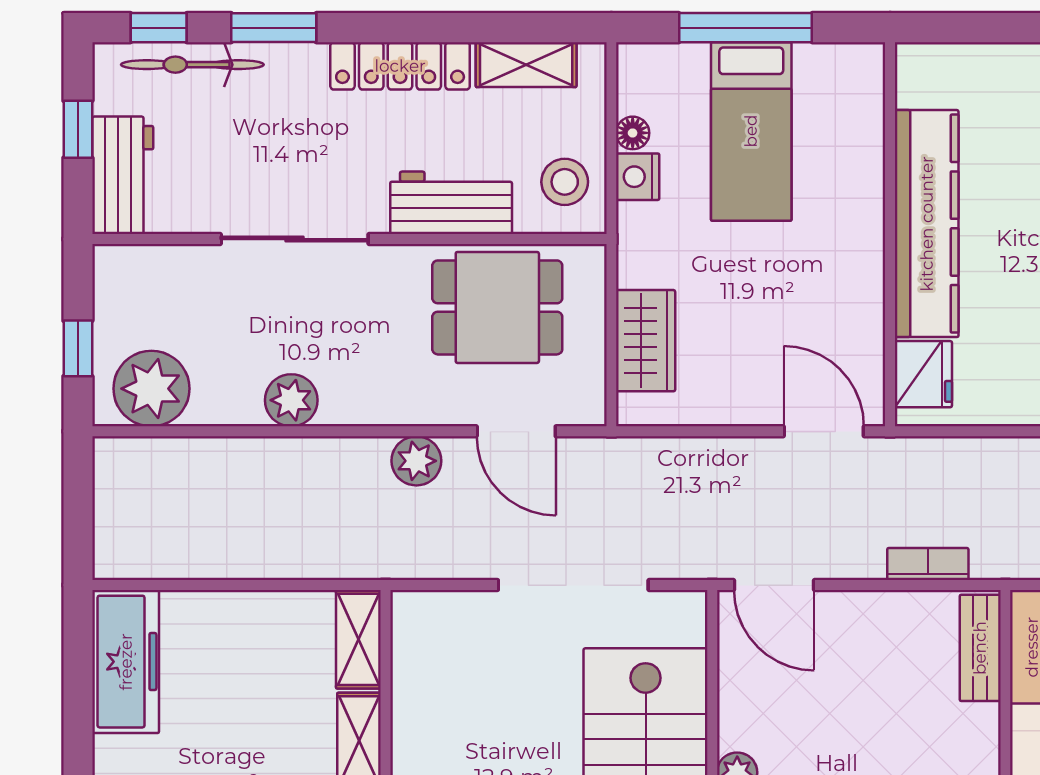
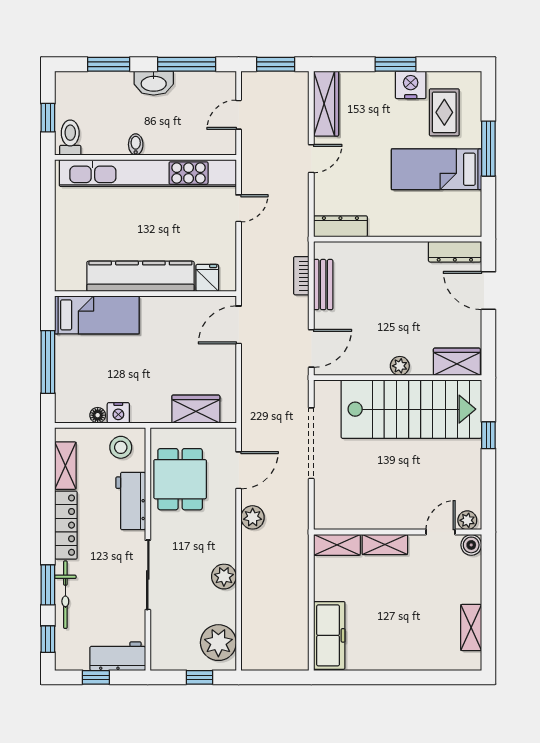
bicycle: (192, 65) -> (65, 595), moved
bed: (751, 131) -> (97, 315), moved
fridge: (923, 374) -> (207, 278), width x0.72
bench: (980, 648) -> (323, 285), moved, turned 90
freezer: (126, 662) -> (329, 635), moved, turned 90

